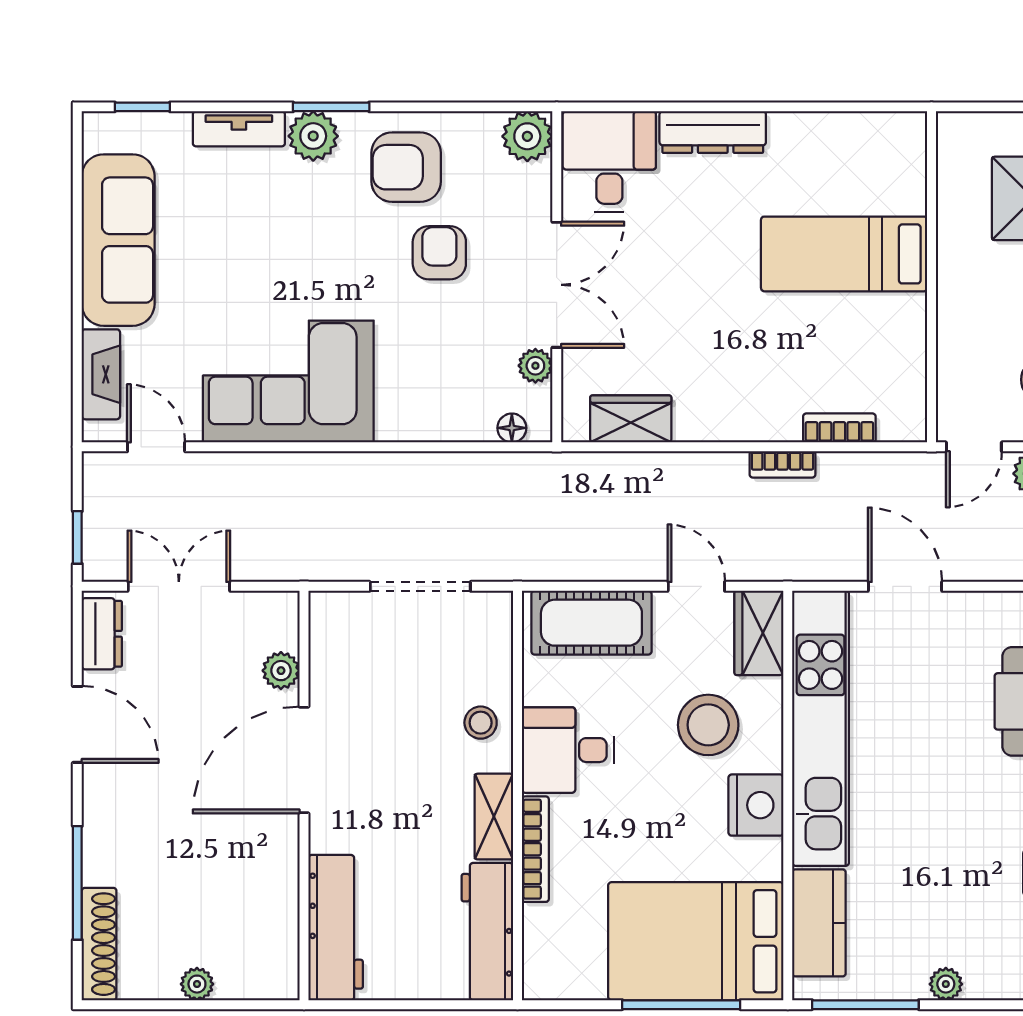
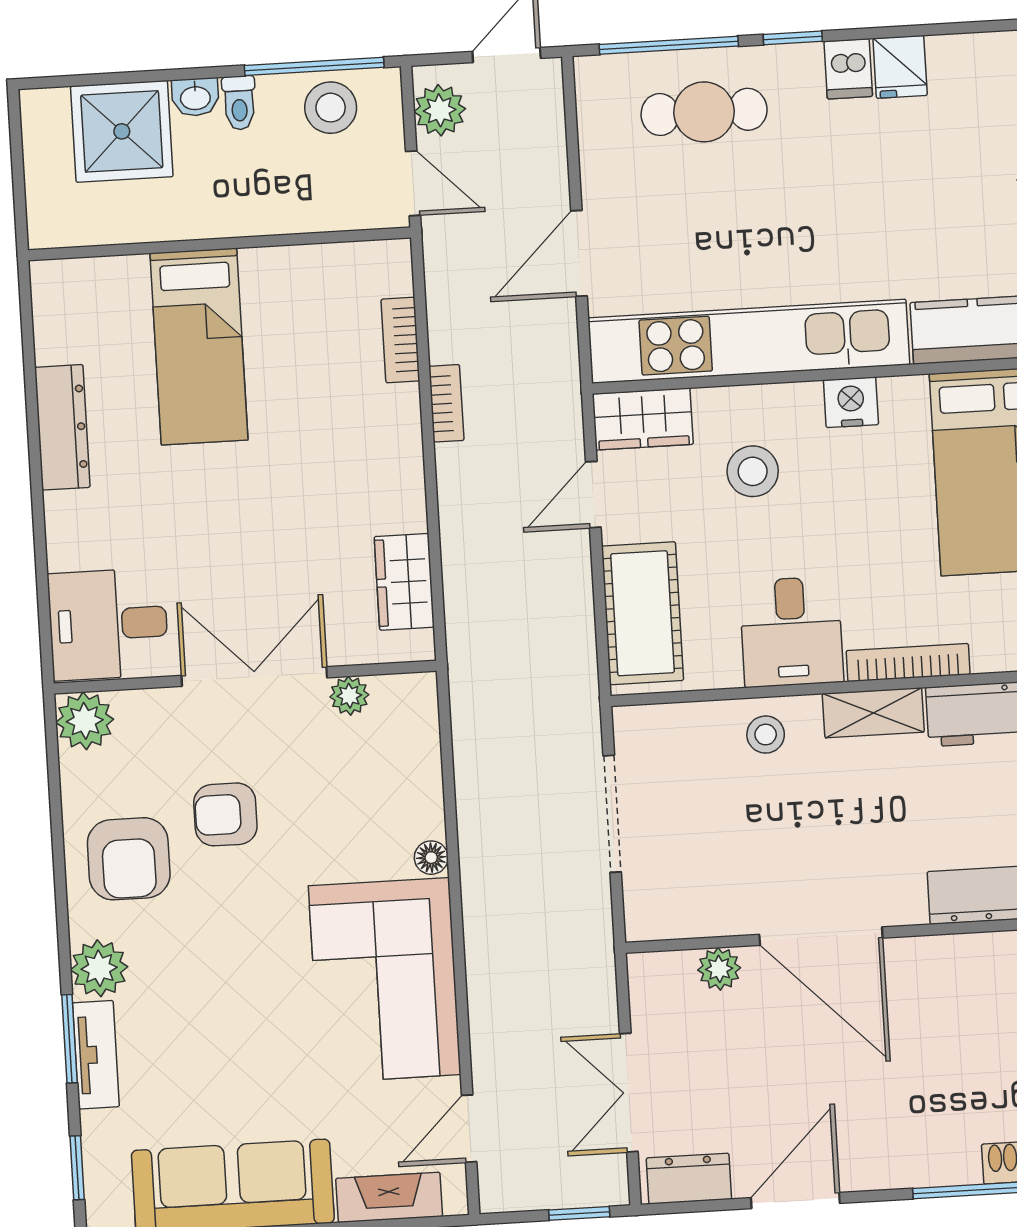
window: (331, 107) -> (69, 1039), moved
dresser: (713, 132) -> (62, 427), moved
floor lamp: (512, 428) -> (431, 858), moved
stool: (708, 725) -> (753, 471), width x0.73, depth x0.73
nightstand: (756, 805) -> (851, 402), width x0.74, depth x0.75

